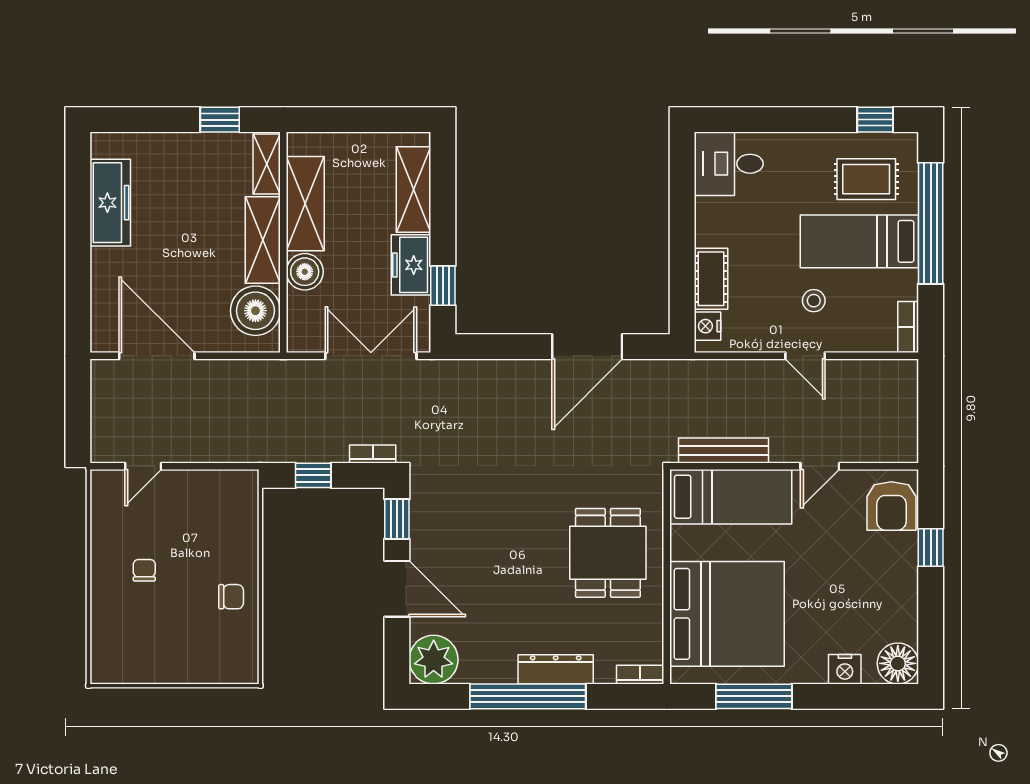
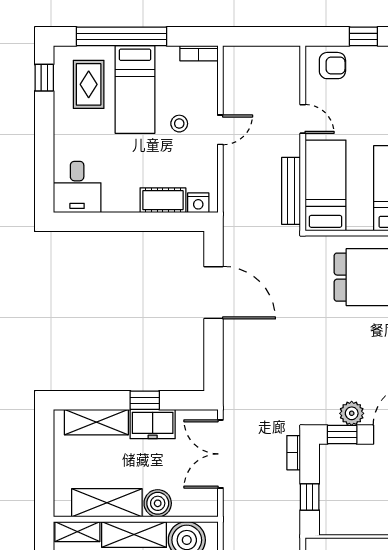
window: (443, 286) -> (145, 400), moved
armchair: (891, 506) -> (332, 66), width x0.72, depth x0.72
plant: (425, 532) -> (352, 413), added

